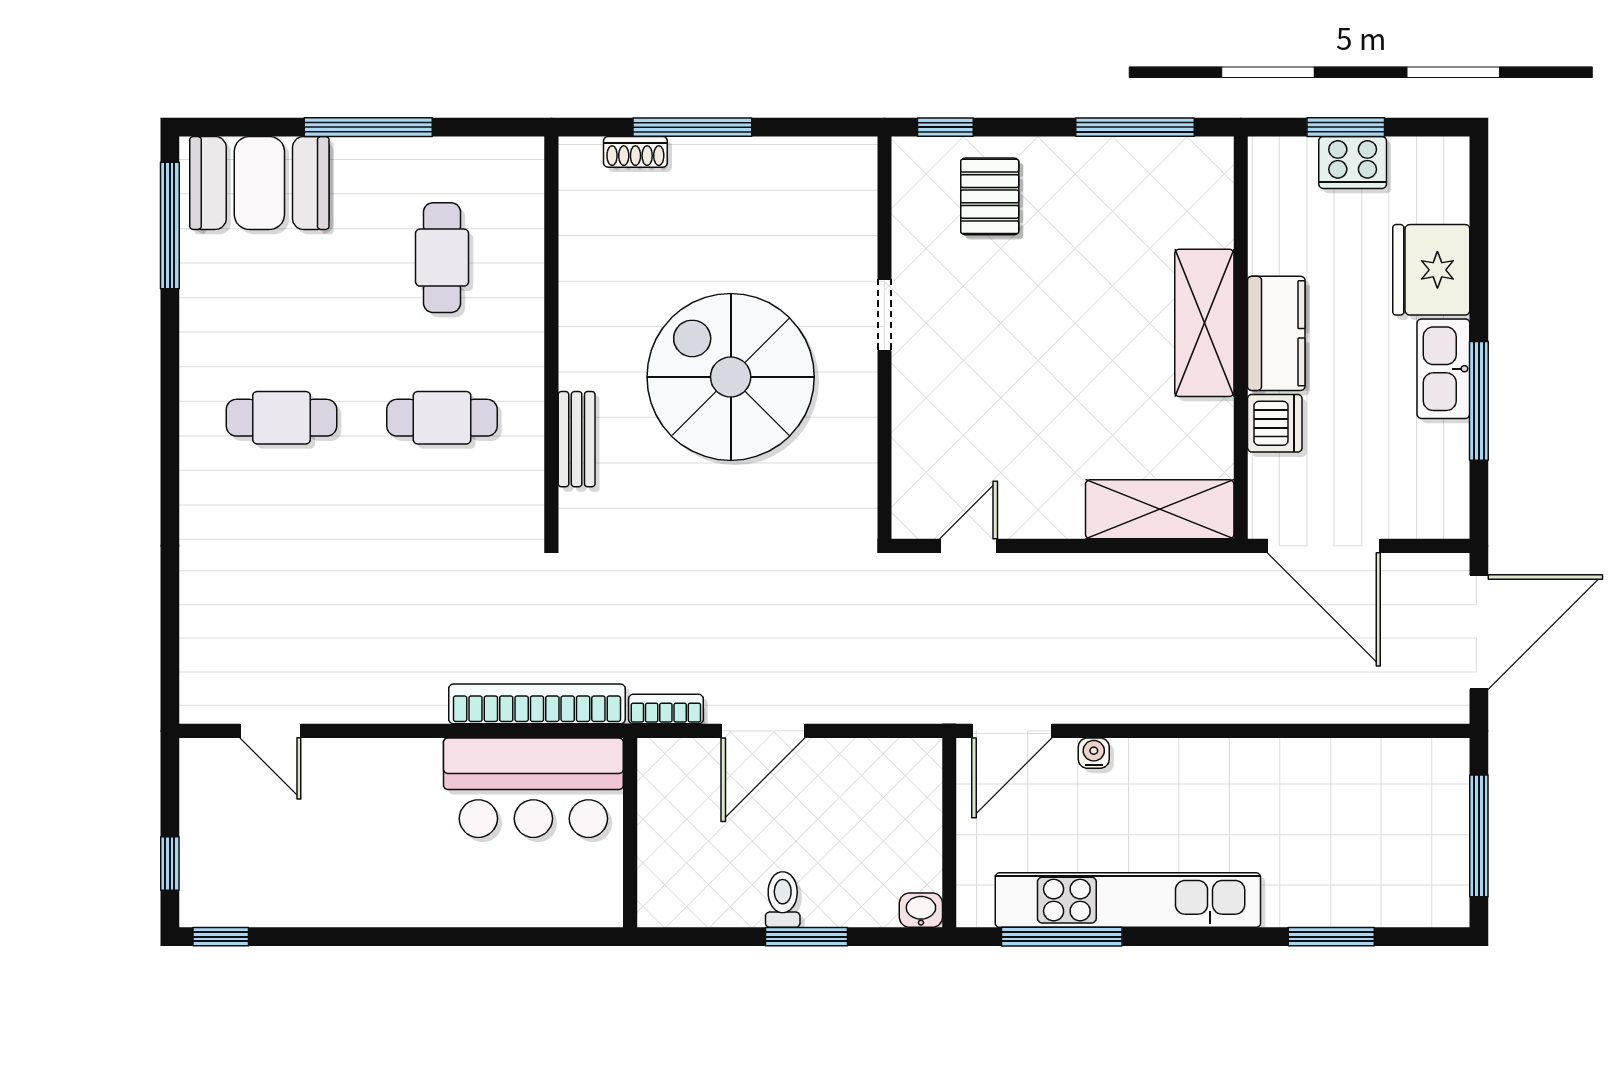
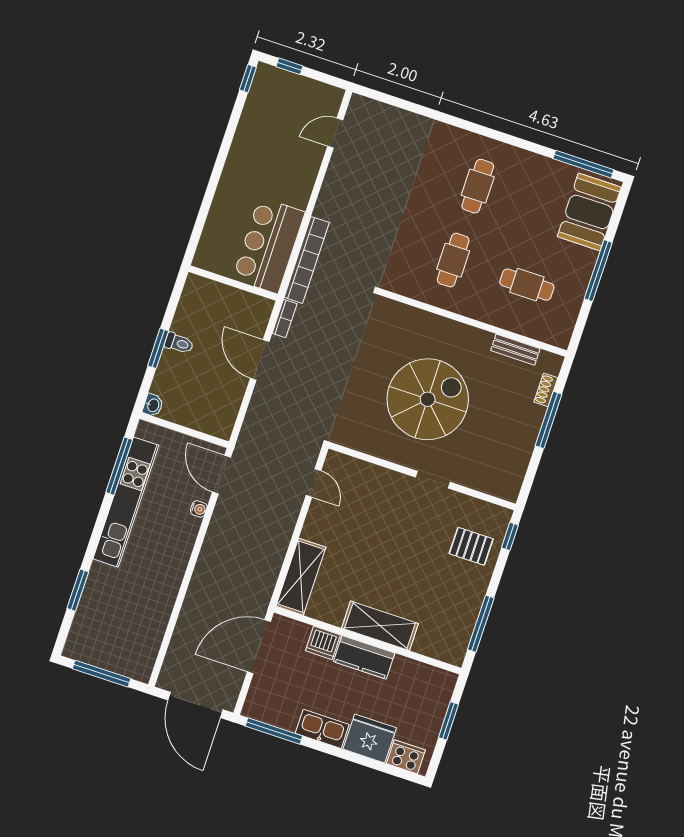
cooker: (1353, 162) -> (406, 757), moved, turned 90
window: (1479, 401) -> (274, 731), moved
bench: (577, 439) -> (515, 350), moved

